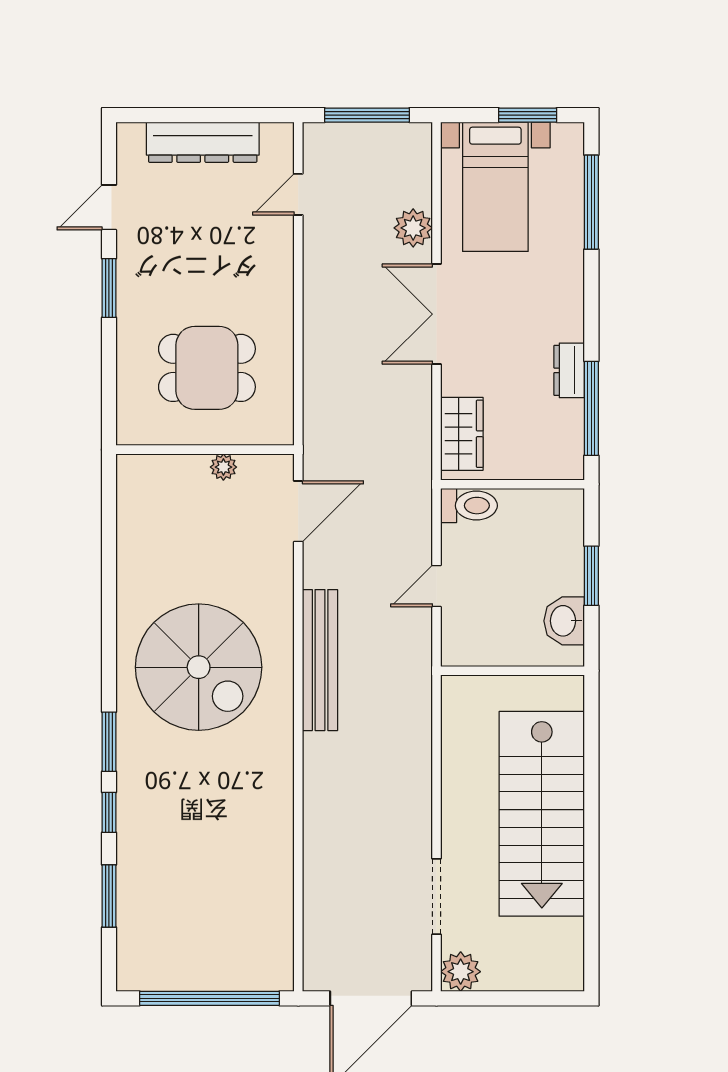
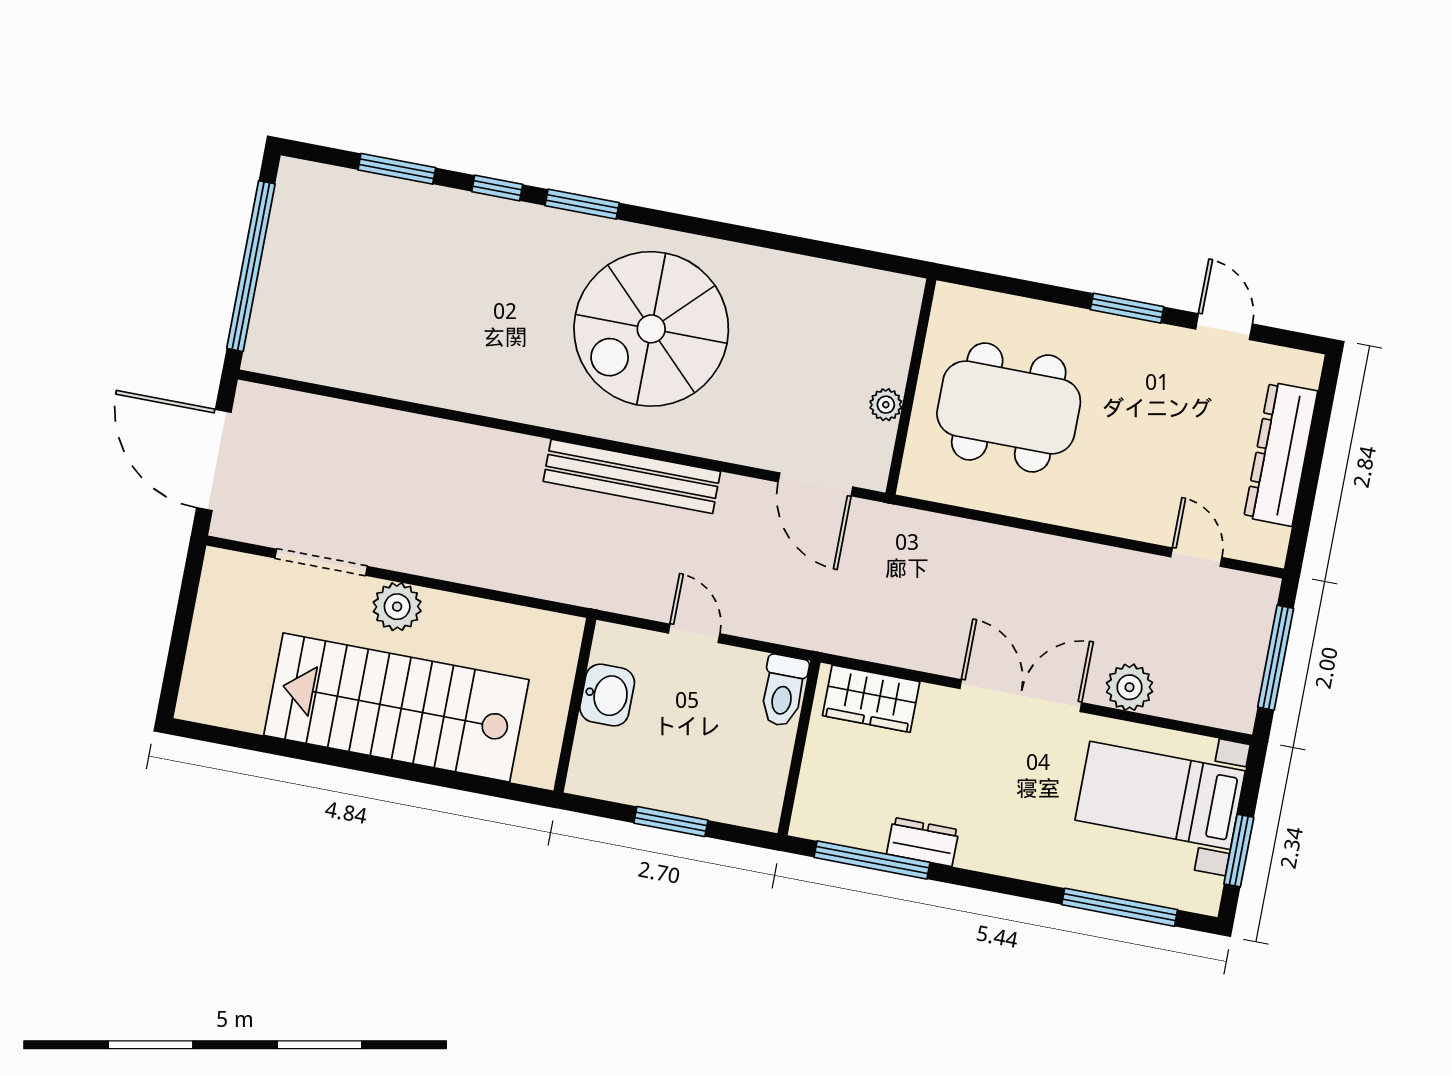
dining table: (207, 368) -> (1009, 407), width x1.38
washbasin: (564, 621) -> (607, 695), moved, turned 90
plant: (461, 972) -> (397, 607), moved

